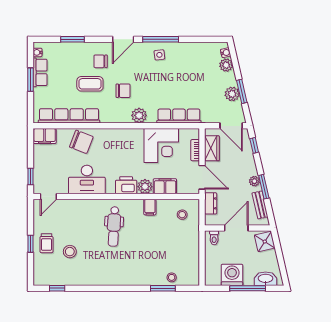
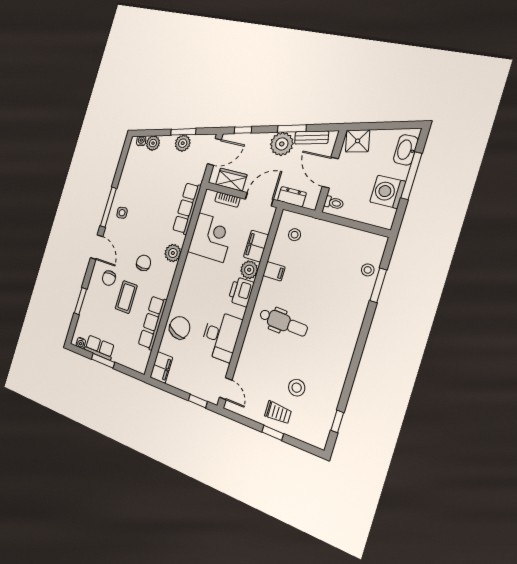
row of seats: (69, 116) -> (152, 323), width x0.73
plant: (254, 181) -> (282, 144), width x1.88, depth x1.88

